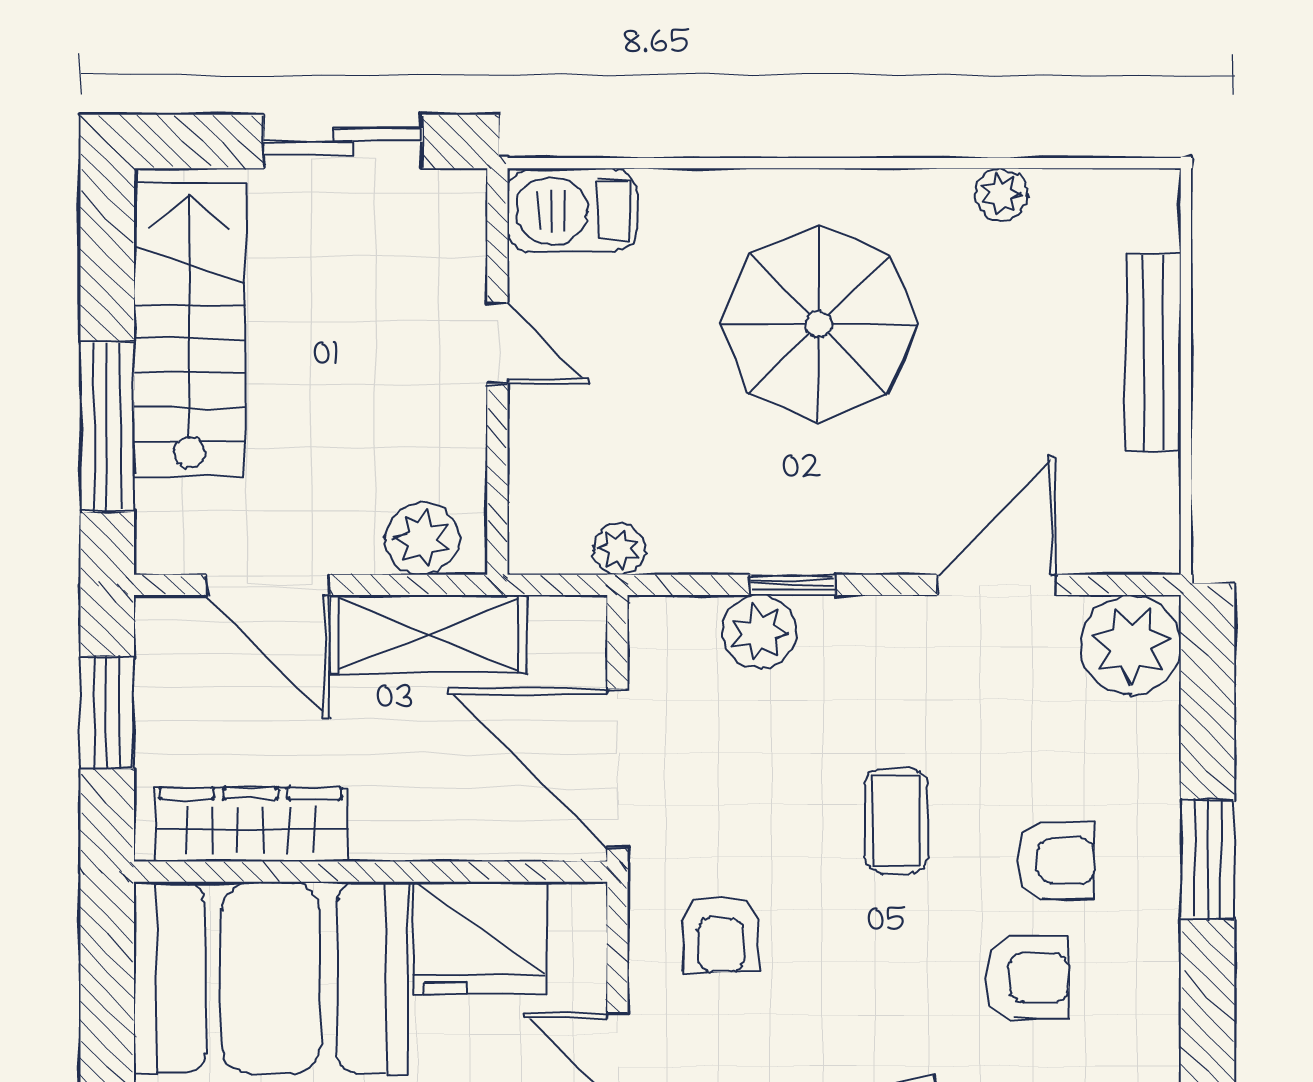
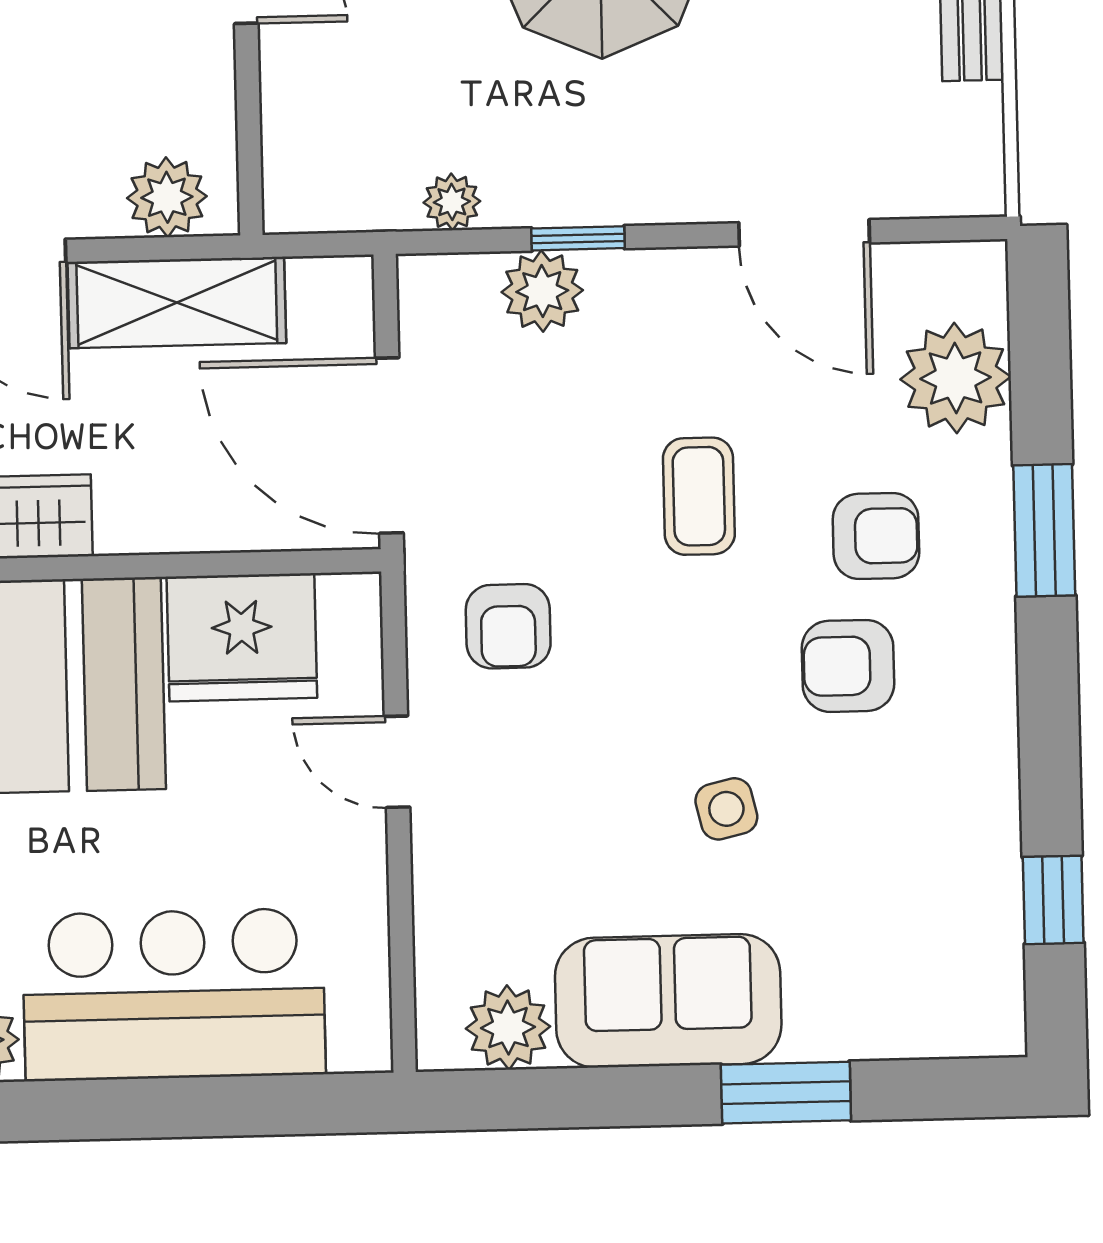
plant: (619, 549) -> (452, 202), moved
door: (997, 585) -> (804, 233), swing flipped
plant: (1131, 645) -> (956, 378), moved
armchair: (1027, 978) -> (848, 666), turned 180

